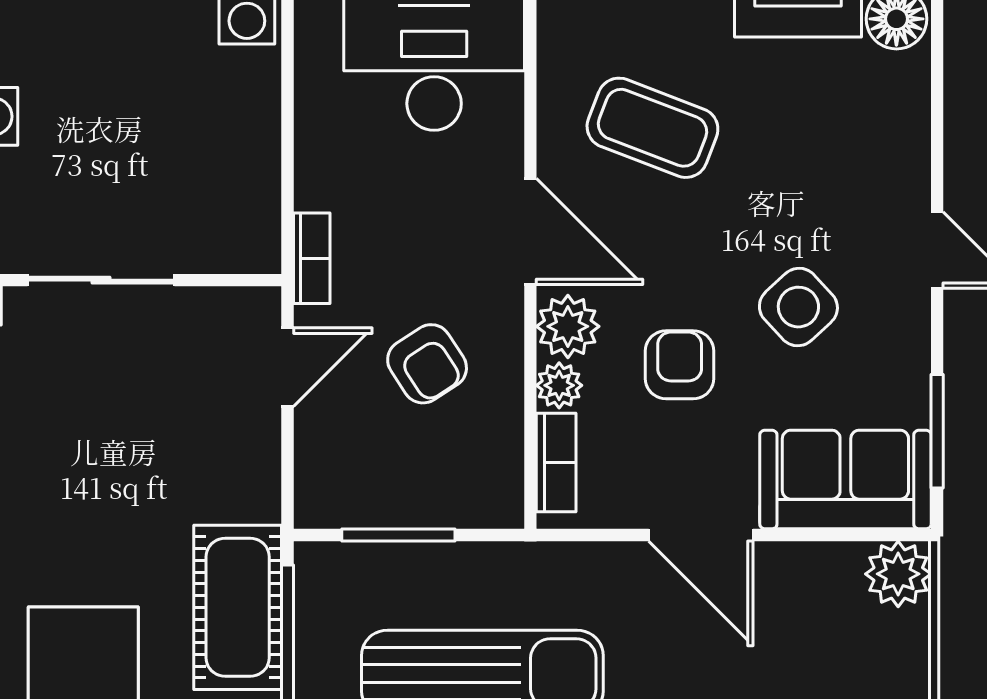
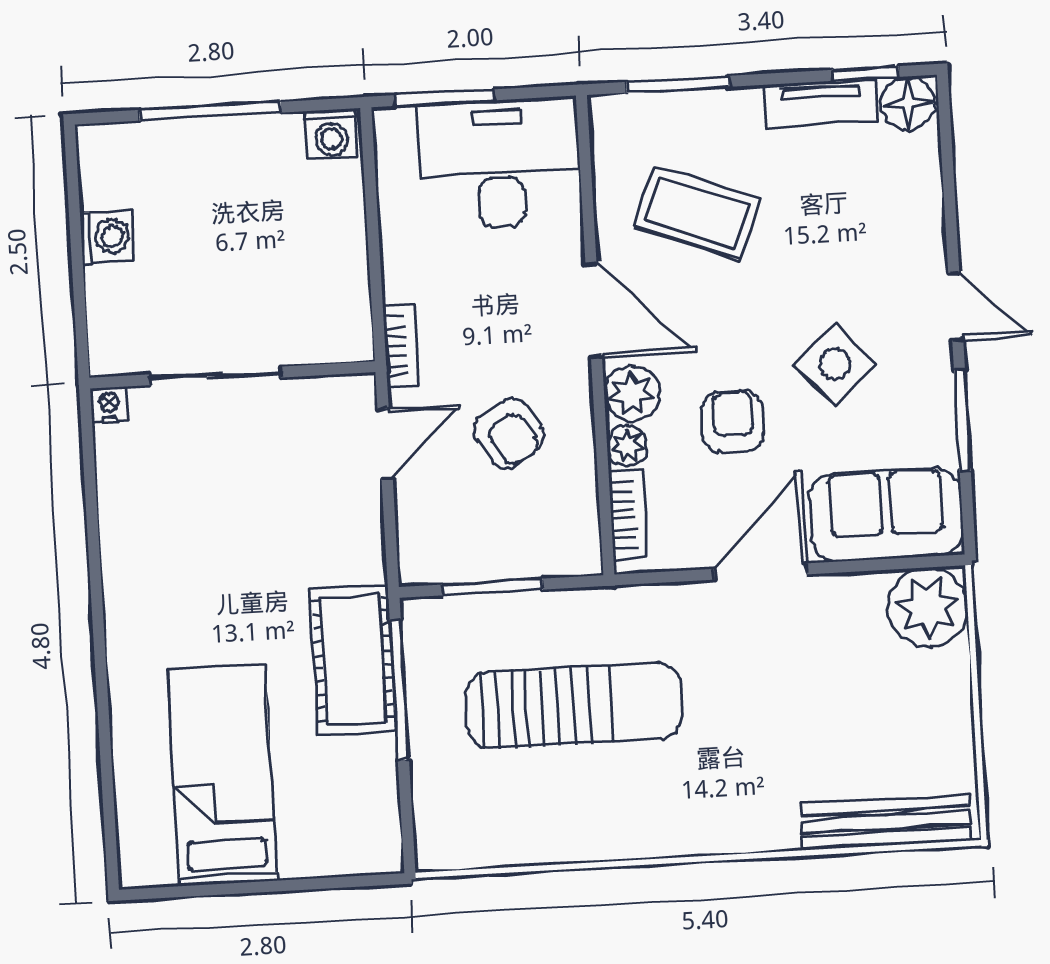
window: (937, 431) -> (962, 421), moved
door: (701, 535) -> (761, 572), swing flipped
plant: (898, 574) -> (928, 607), width x1.36, depth x1.36

